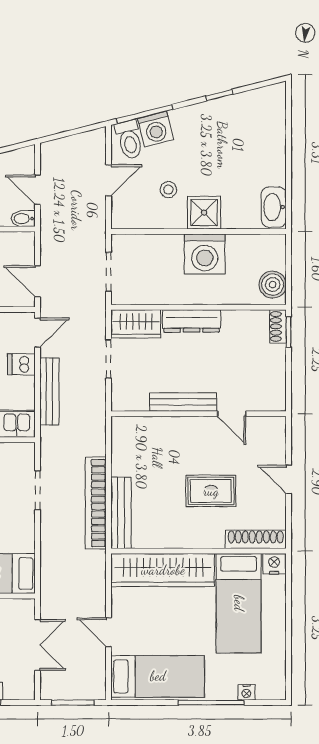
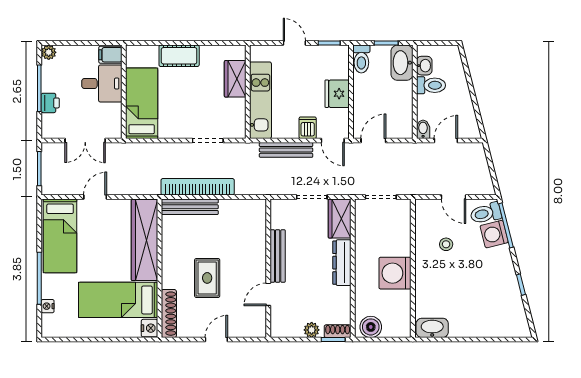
shower: (204, 213) -> (428, 273), removed
plant: (276, 359) -> (312, 330), added

